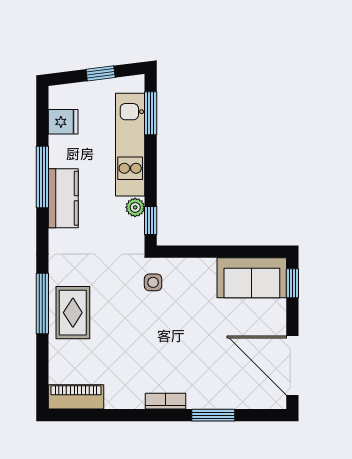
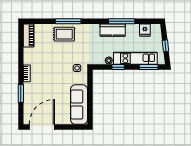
window: (151, 220) -> (118, 67), moved
sofa: (252, 278) -> (79, 105), width x1.36
window: (292, 283) -> (77, 127), removed

